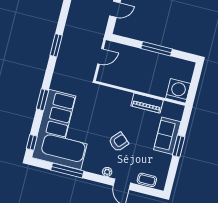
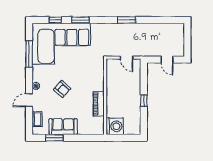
window: (157, 49) -> (144, 101), width x0.46
sofa: (167, 136) -> (63, 127), moved
window: (32, 142) -> (55, 20), moved
window: (179, 146) -> (54, 138), moved

